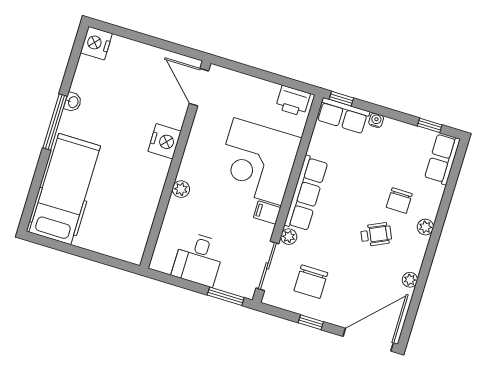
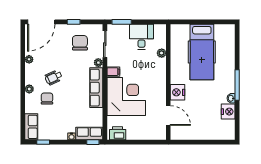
nightstand: (96, 43) -> (228, 112), moved
door: (199, 87) -> (168, 116), moved
hospital bed: (65, 189) -> (202, 52), moved
plant: (181, 189) -> (162, 53), moved

